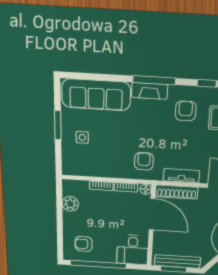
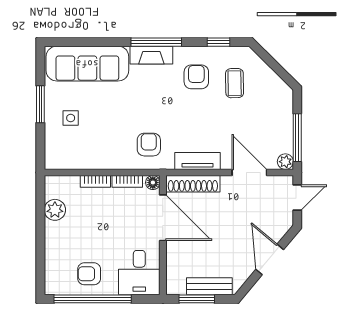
armchair: (84, 244) -> (89, 274), moved
bench: (177, 261) -> (209, 286), width x0.73

